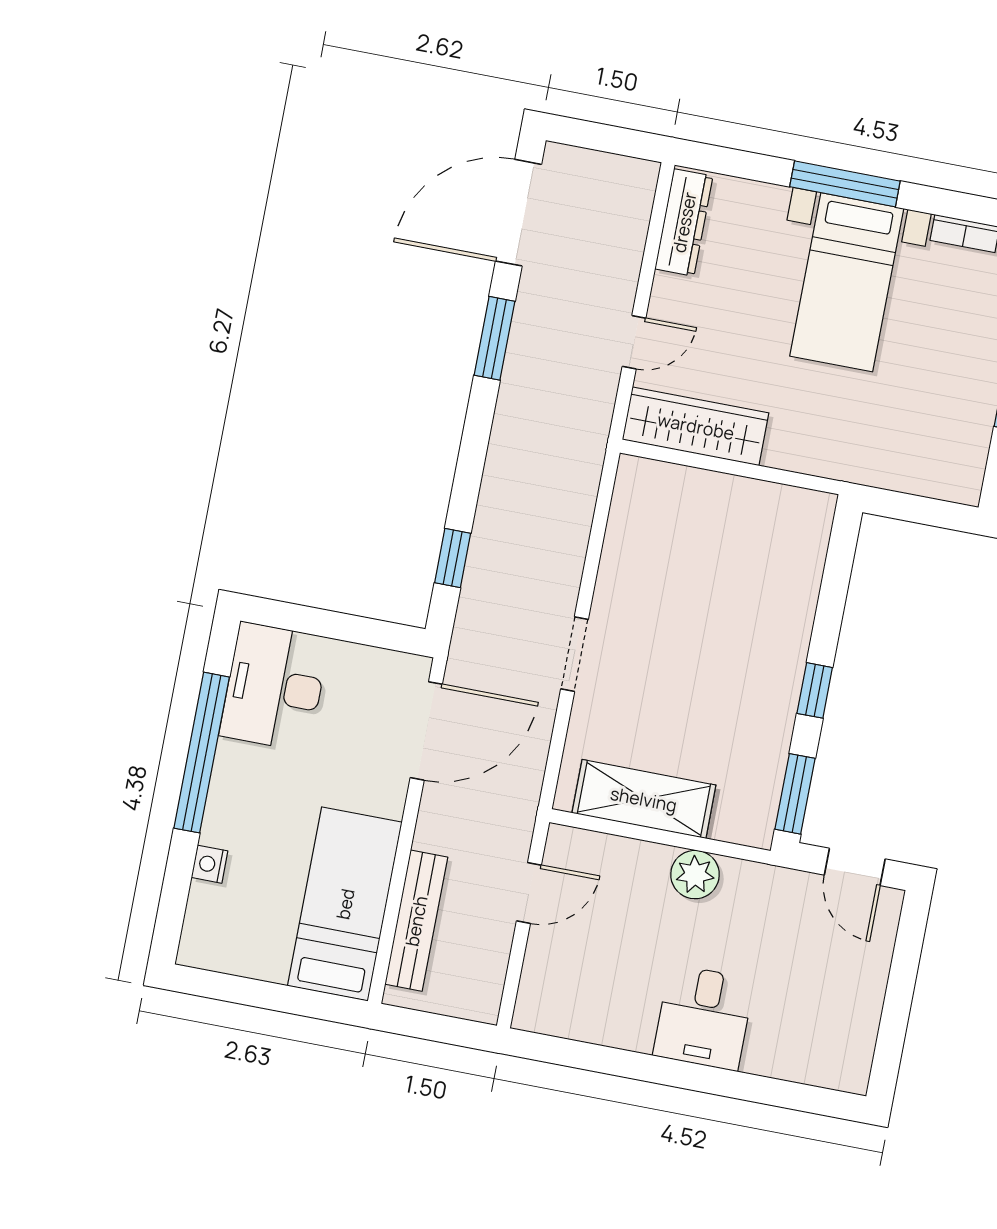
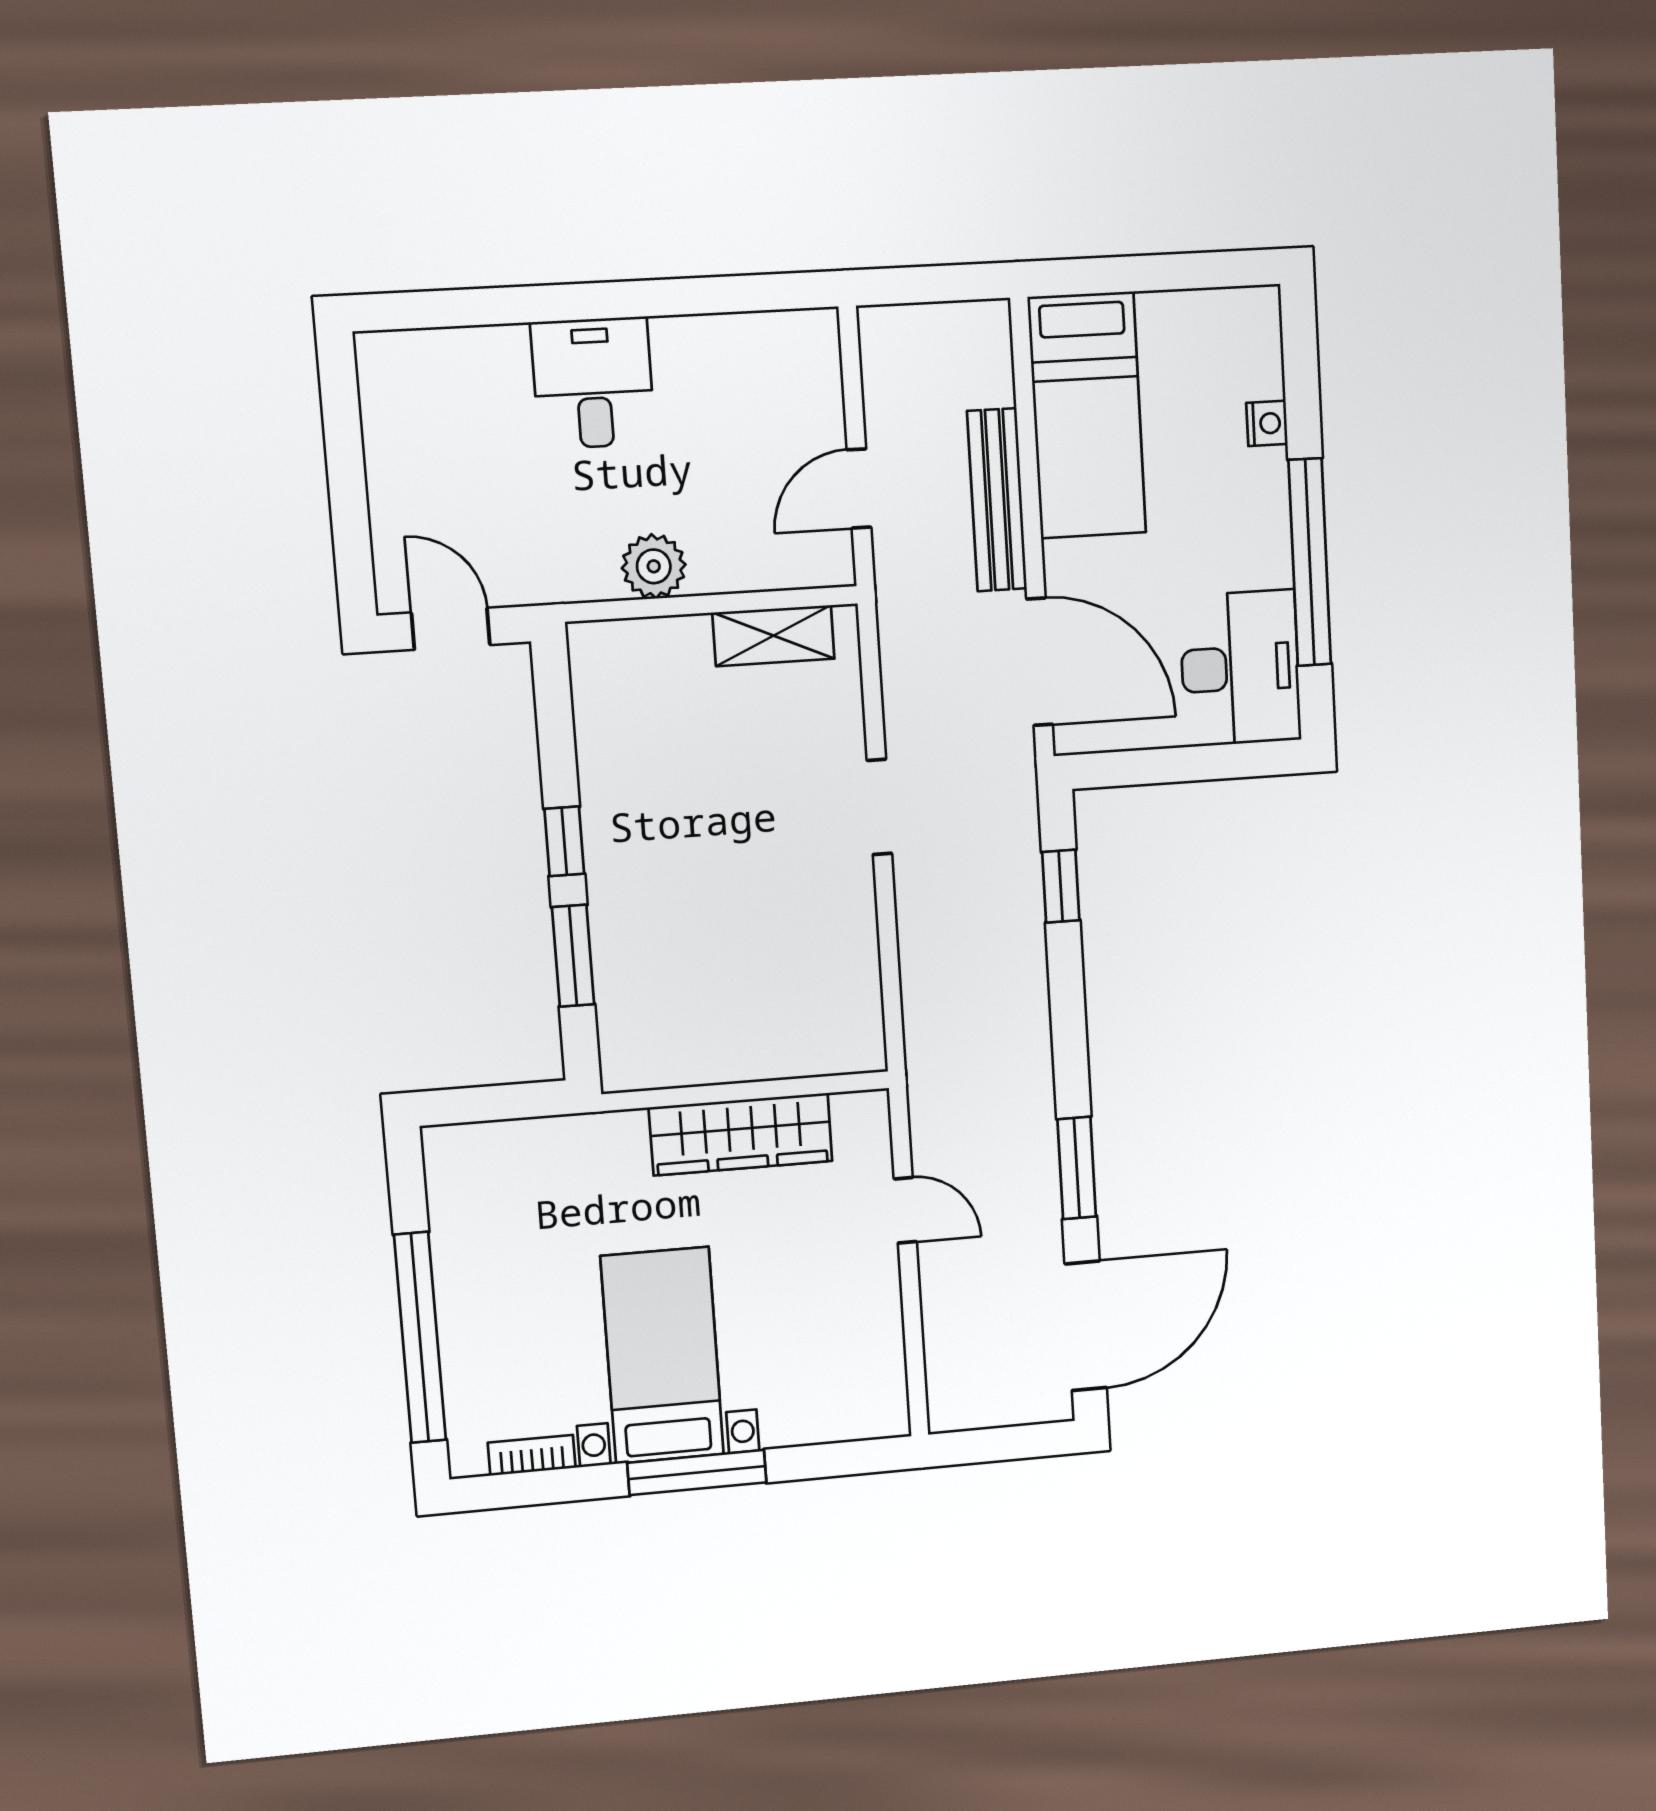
dresser: (684, 222) -> (882, 1371), removed
door: (634, 342) -> (905, 1210), swing flipped
wardrobe: (696, 426) -> (741, 1134), moved
door: (426, 731) -> (1040, 662), swing flipped
window: (795, 794) -> (573, 956), moved
shelving: (644, 799) -> (773, 636), width x0.67, depth x0.75
bench: (416, 921) -> (997, 500), moved

